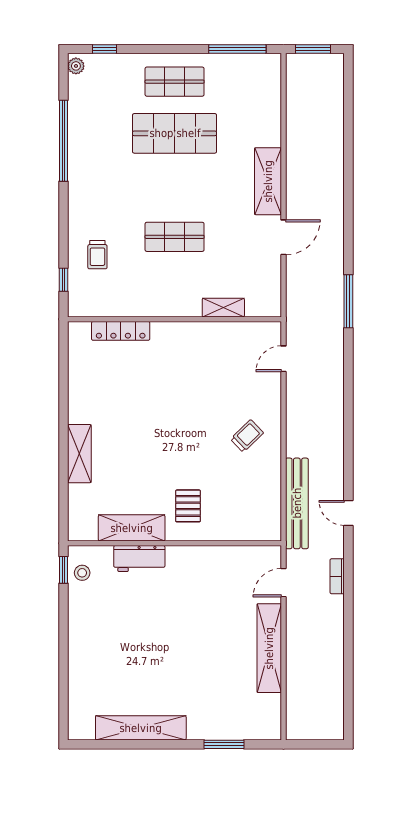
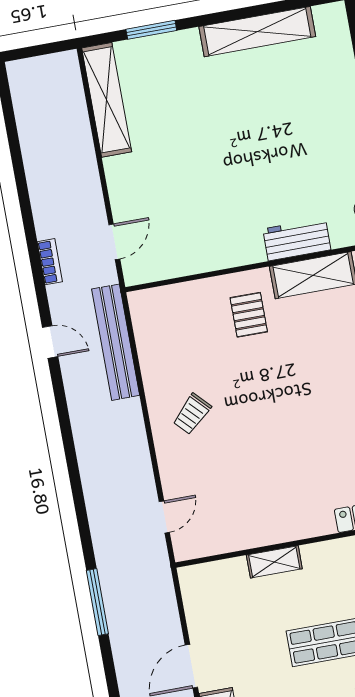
shelving: (223, 308) -> (274, 562), moved
shelving: (269, 648) -> (107, 100), moved

